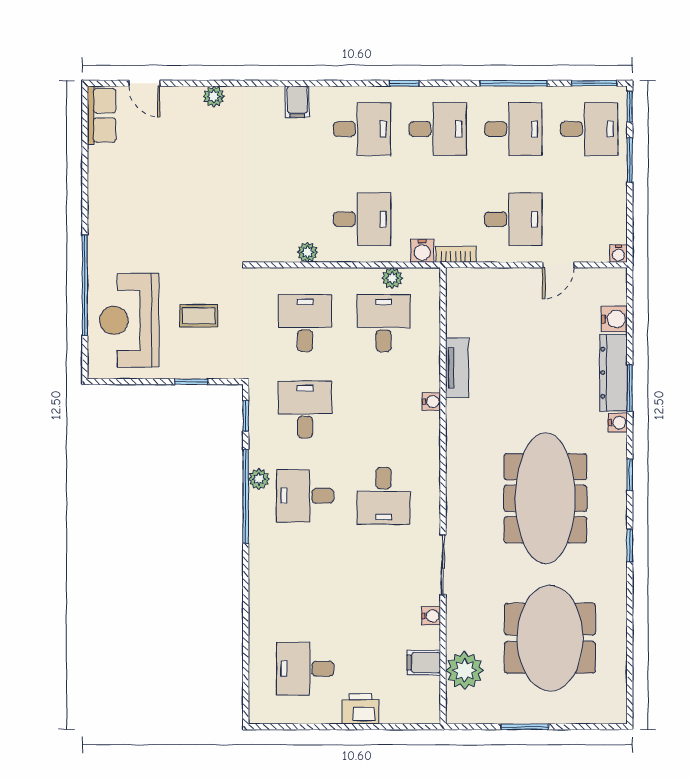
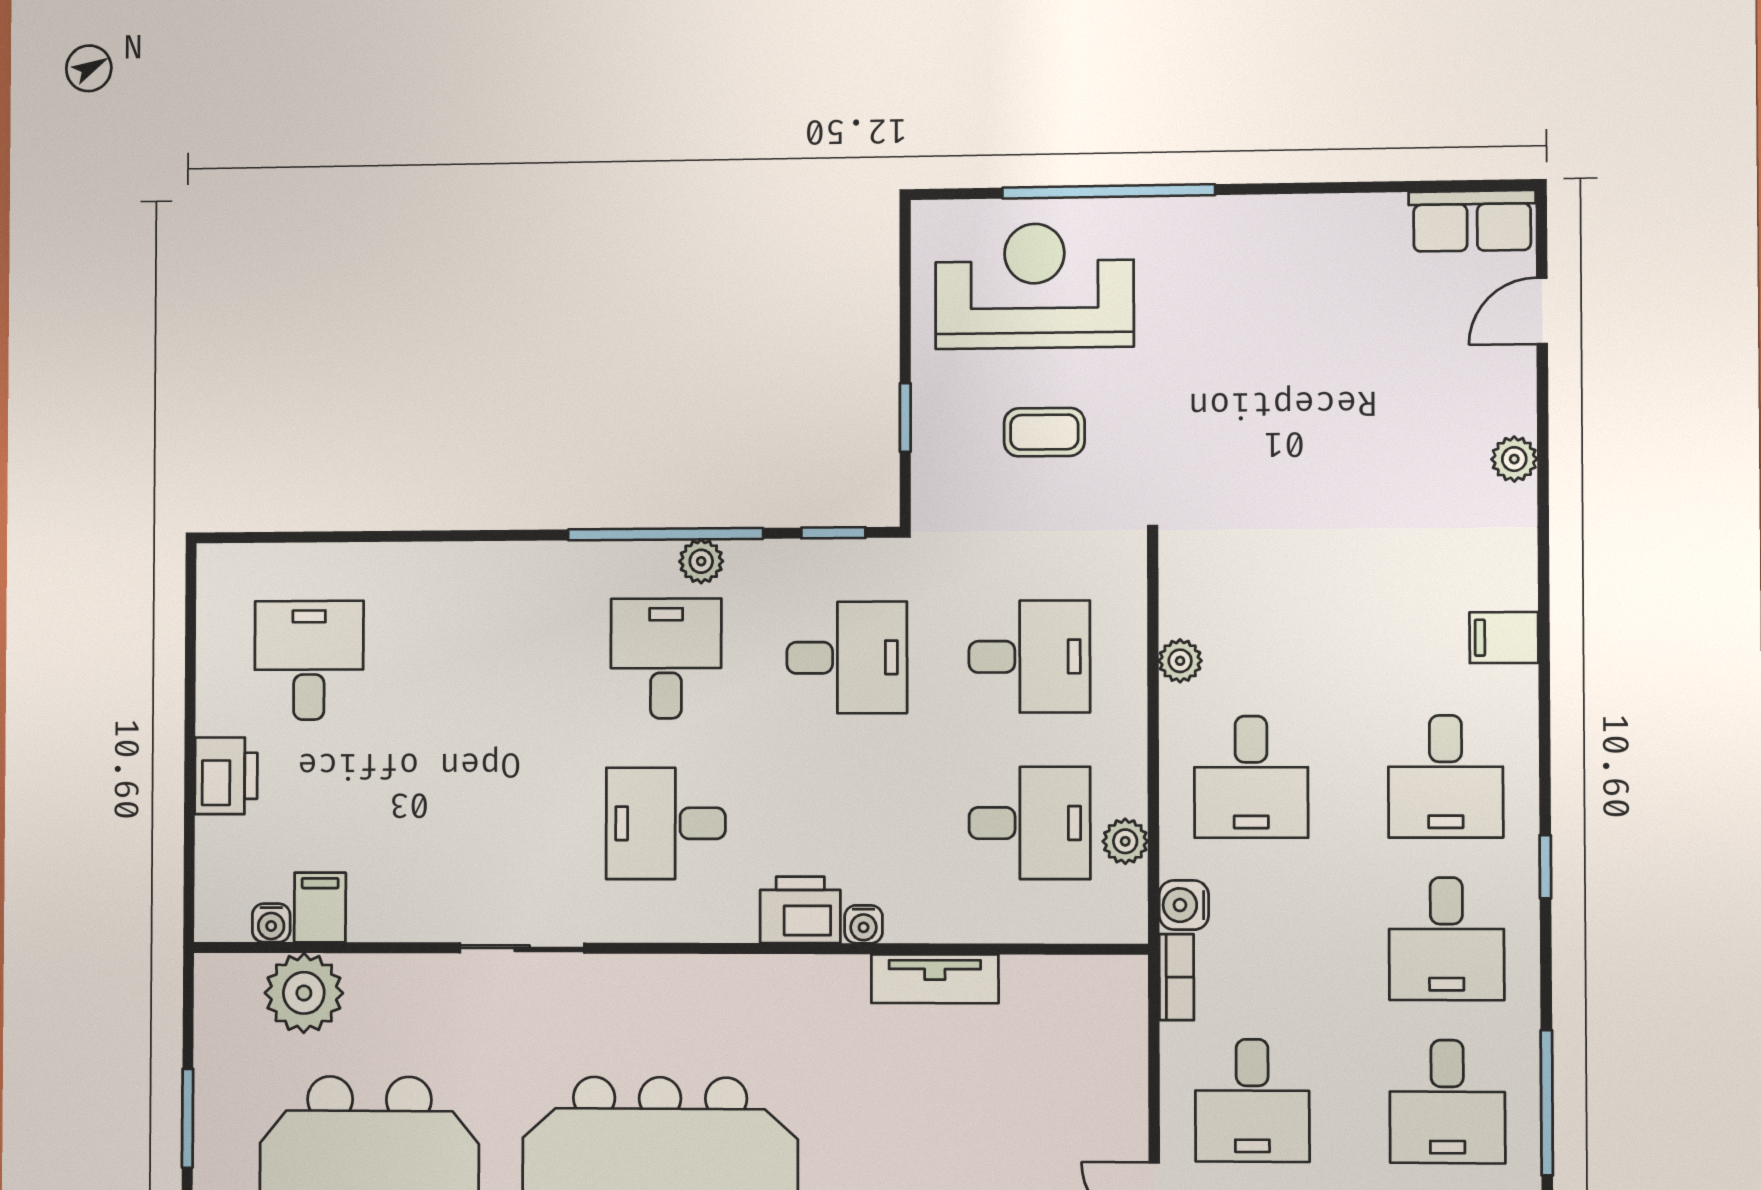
coffee table: (199, 316) -> (1044, 432), turned 90
printer: (425, 432) -> (800, 910), added
water cooler: (431, 616) -> (271, 923), moved

